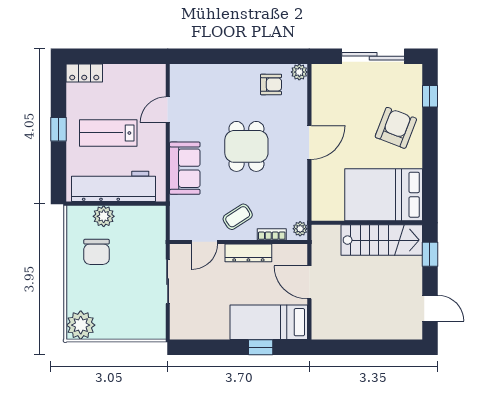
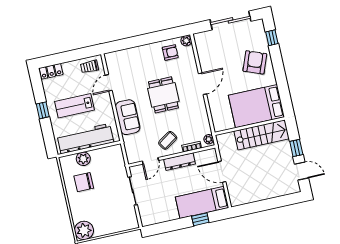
trolley: (144, 79) -> (90, 67), added
chair: (97, 252) -> (84, 182), turned 90
window: (430, 254) -> (296, 148), moved

